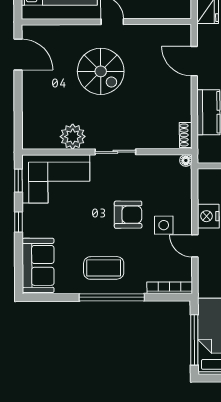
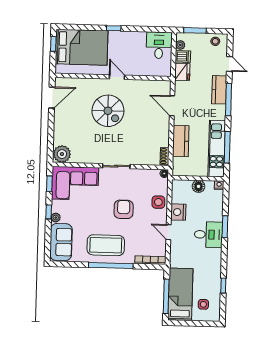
door: (18, 54) -> (52, 97), hinge flipped
plant: (73, 137) -> (62, 154), moved
armchair: (128, 215) -> (124, 209), turned -90
side table: (164, 225) -> (158, 202), moved
plant: (29, 230) -> (56, 218), added
coffee table: (104, 268) -> (106, 245), width x1.36, depth x1.32

